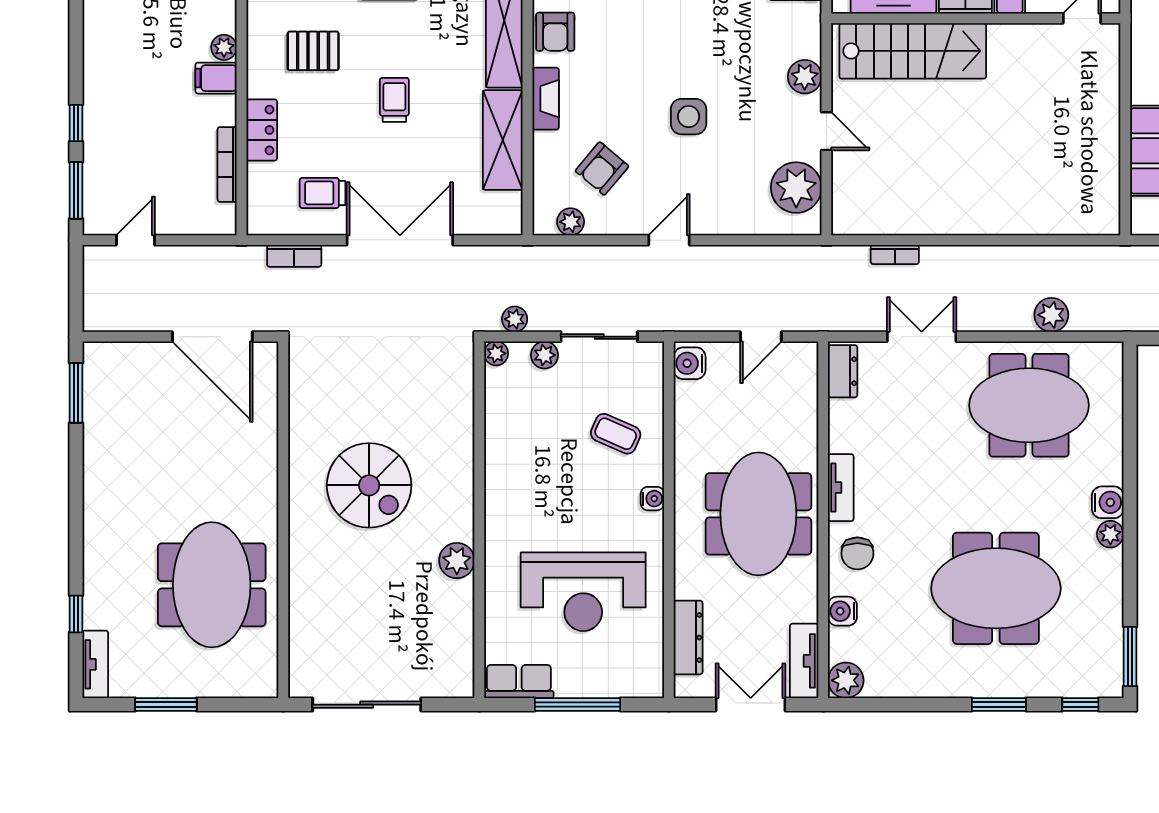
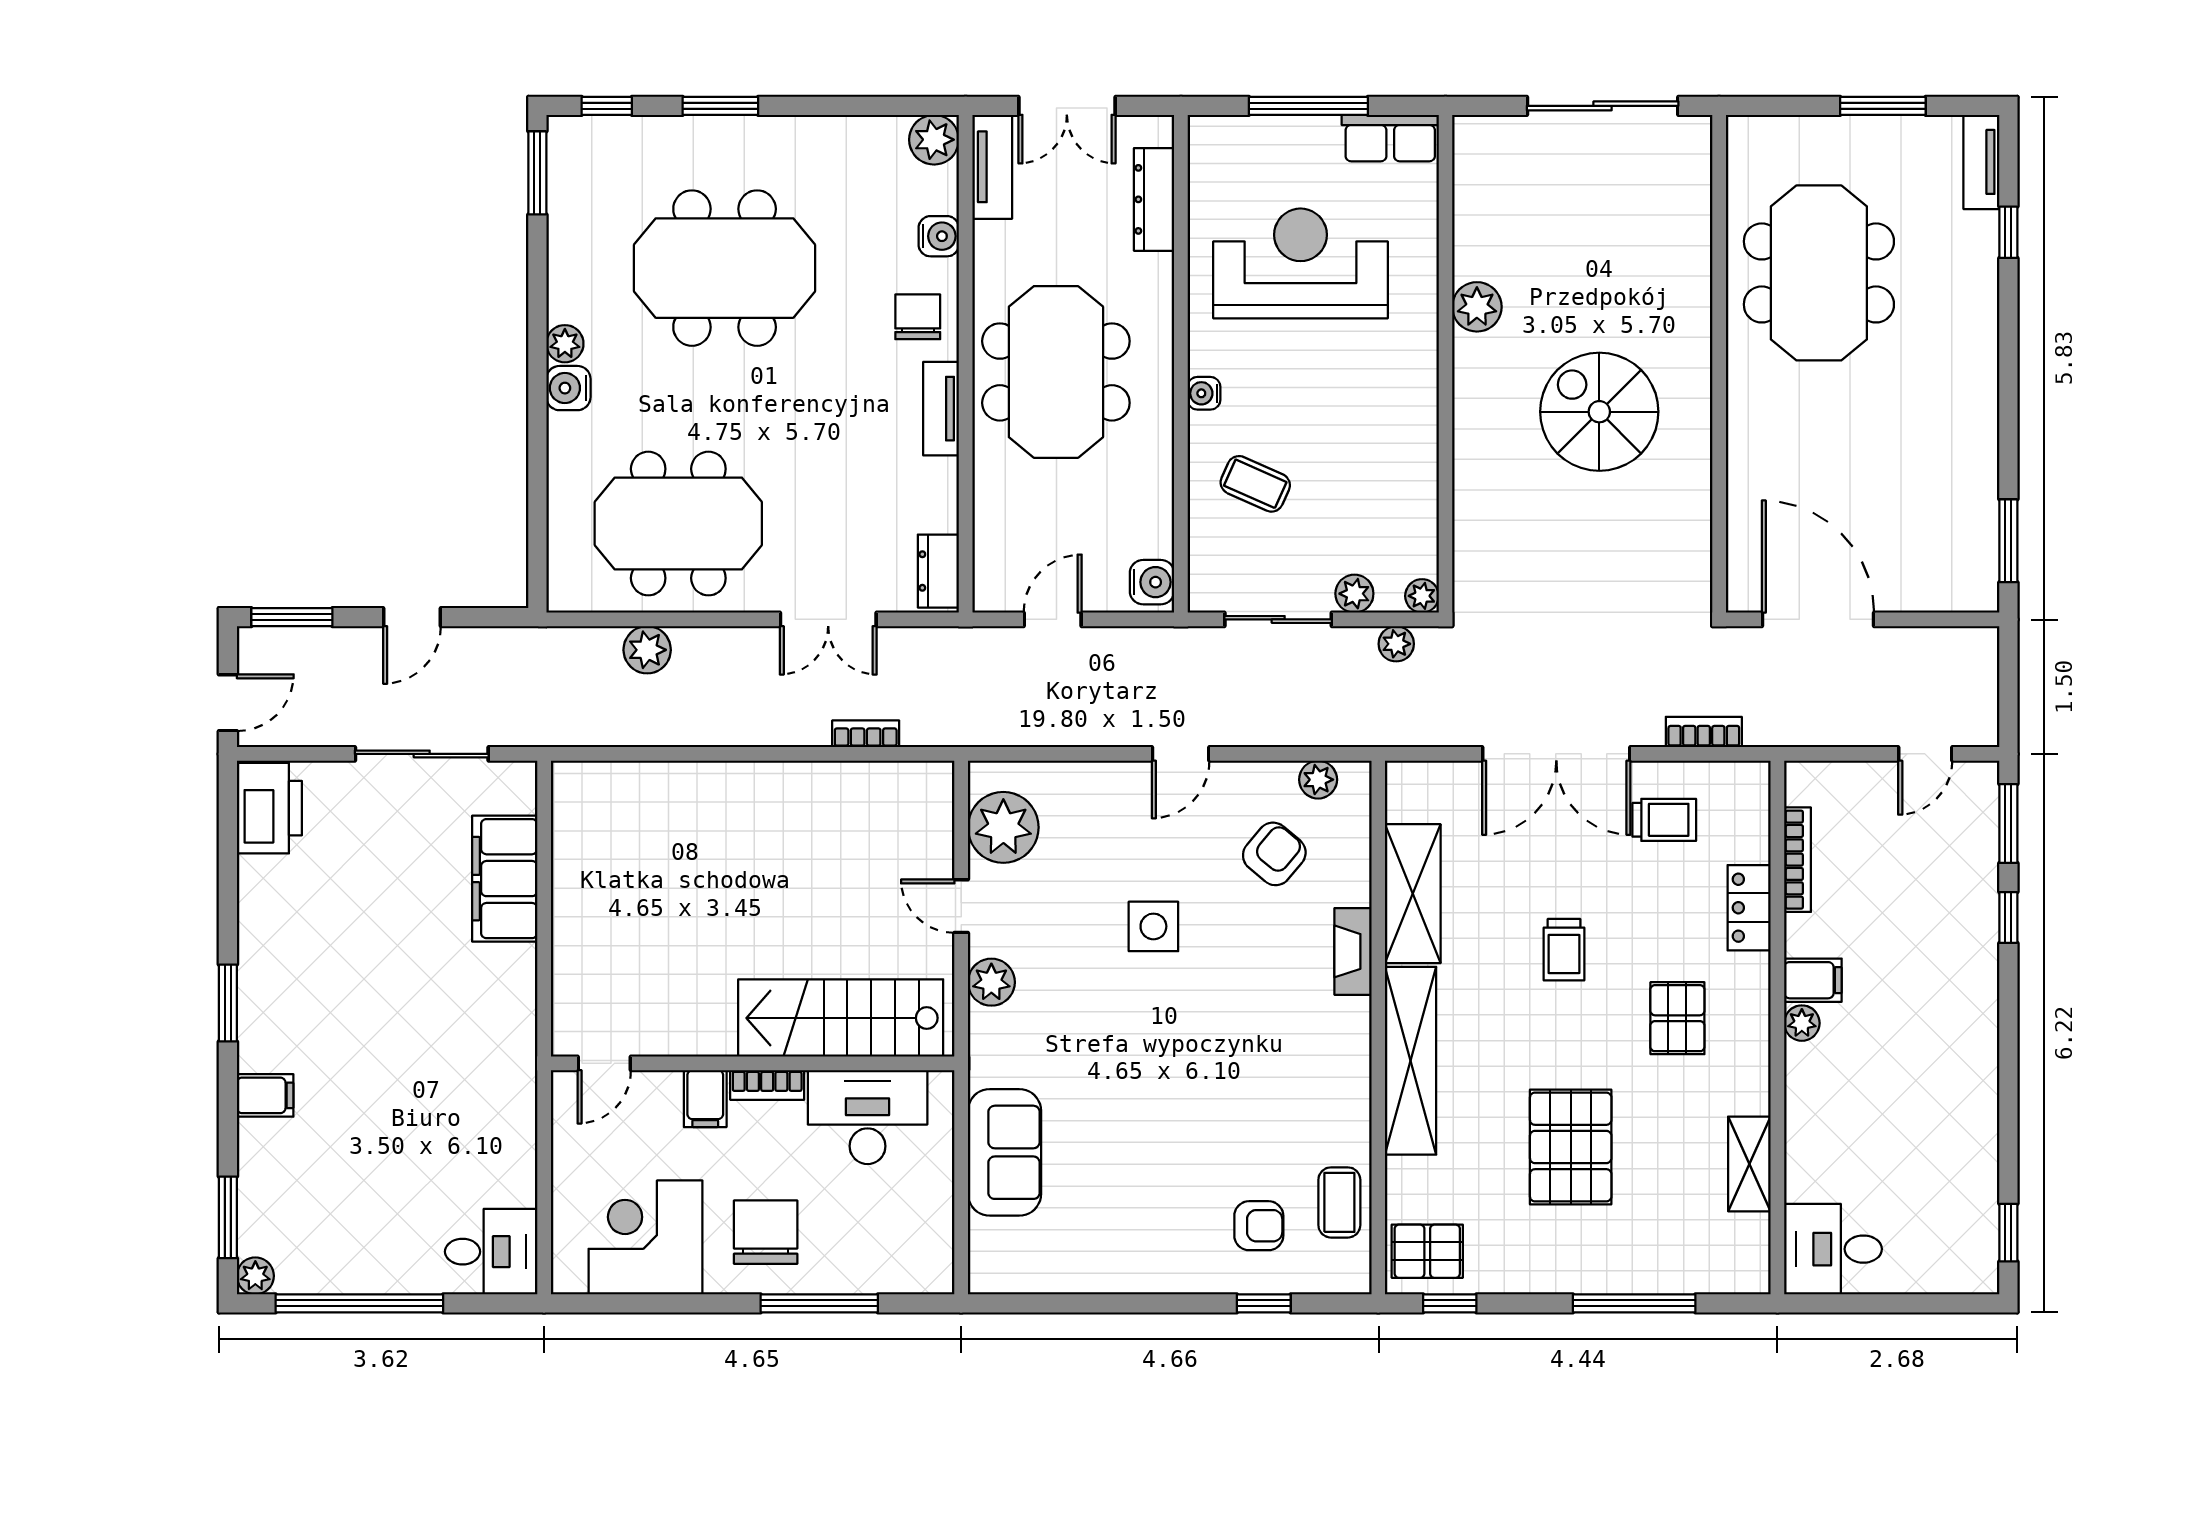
armchair: (555, 32) -> (1340, 1045), removed
pallet: (313, 51) -> (1677, 1018), turned 90

